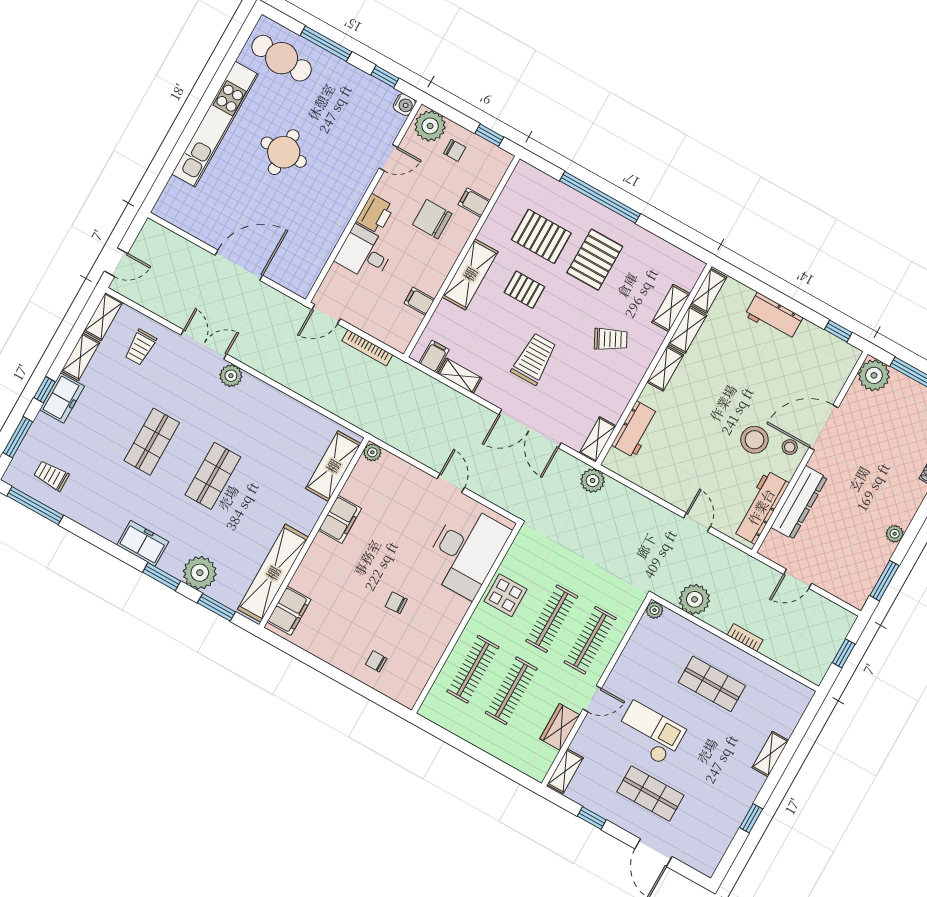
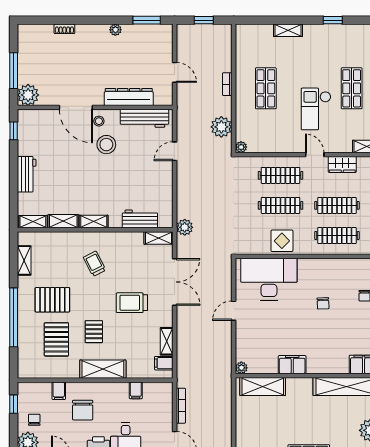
shelving: (671, 308) -> (24, 260), moved, turned 90

